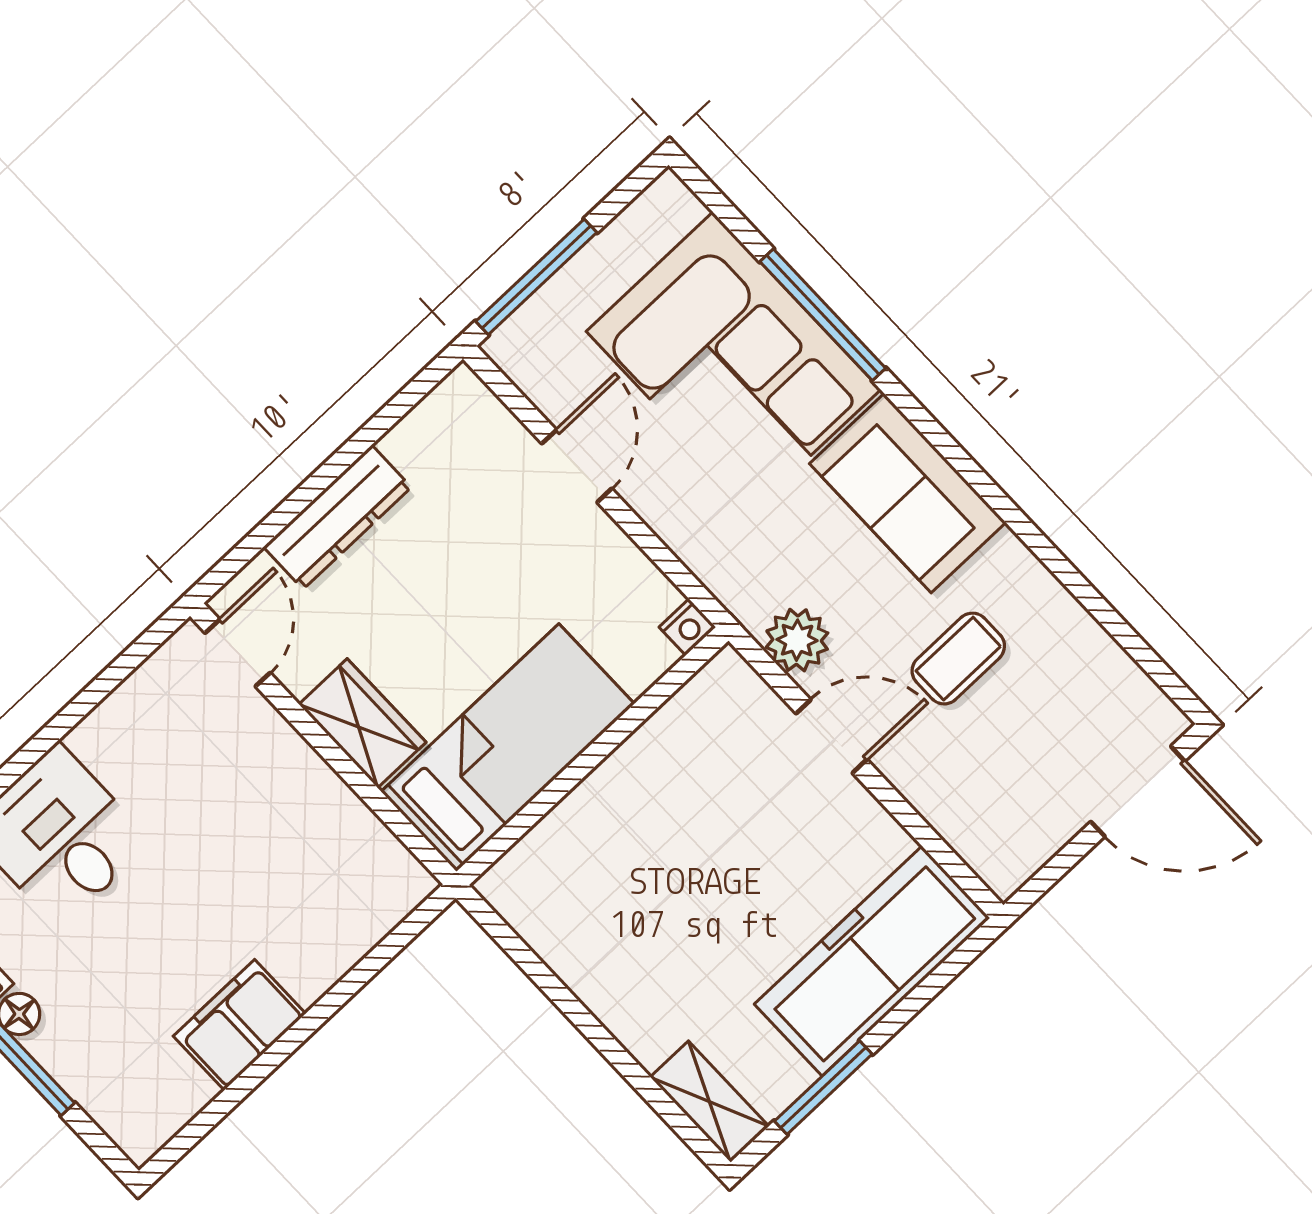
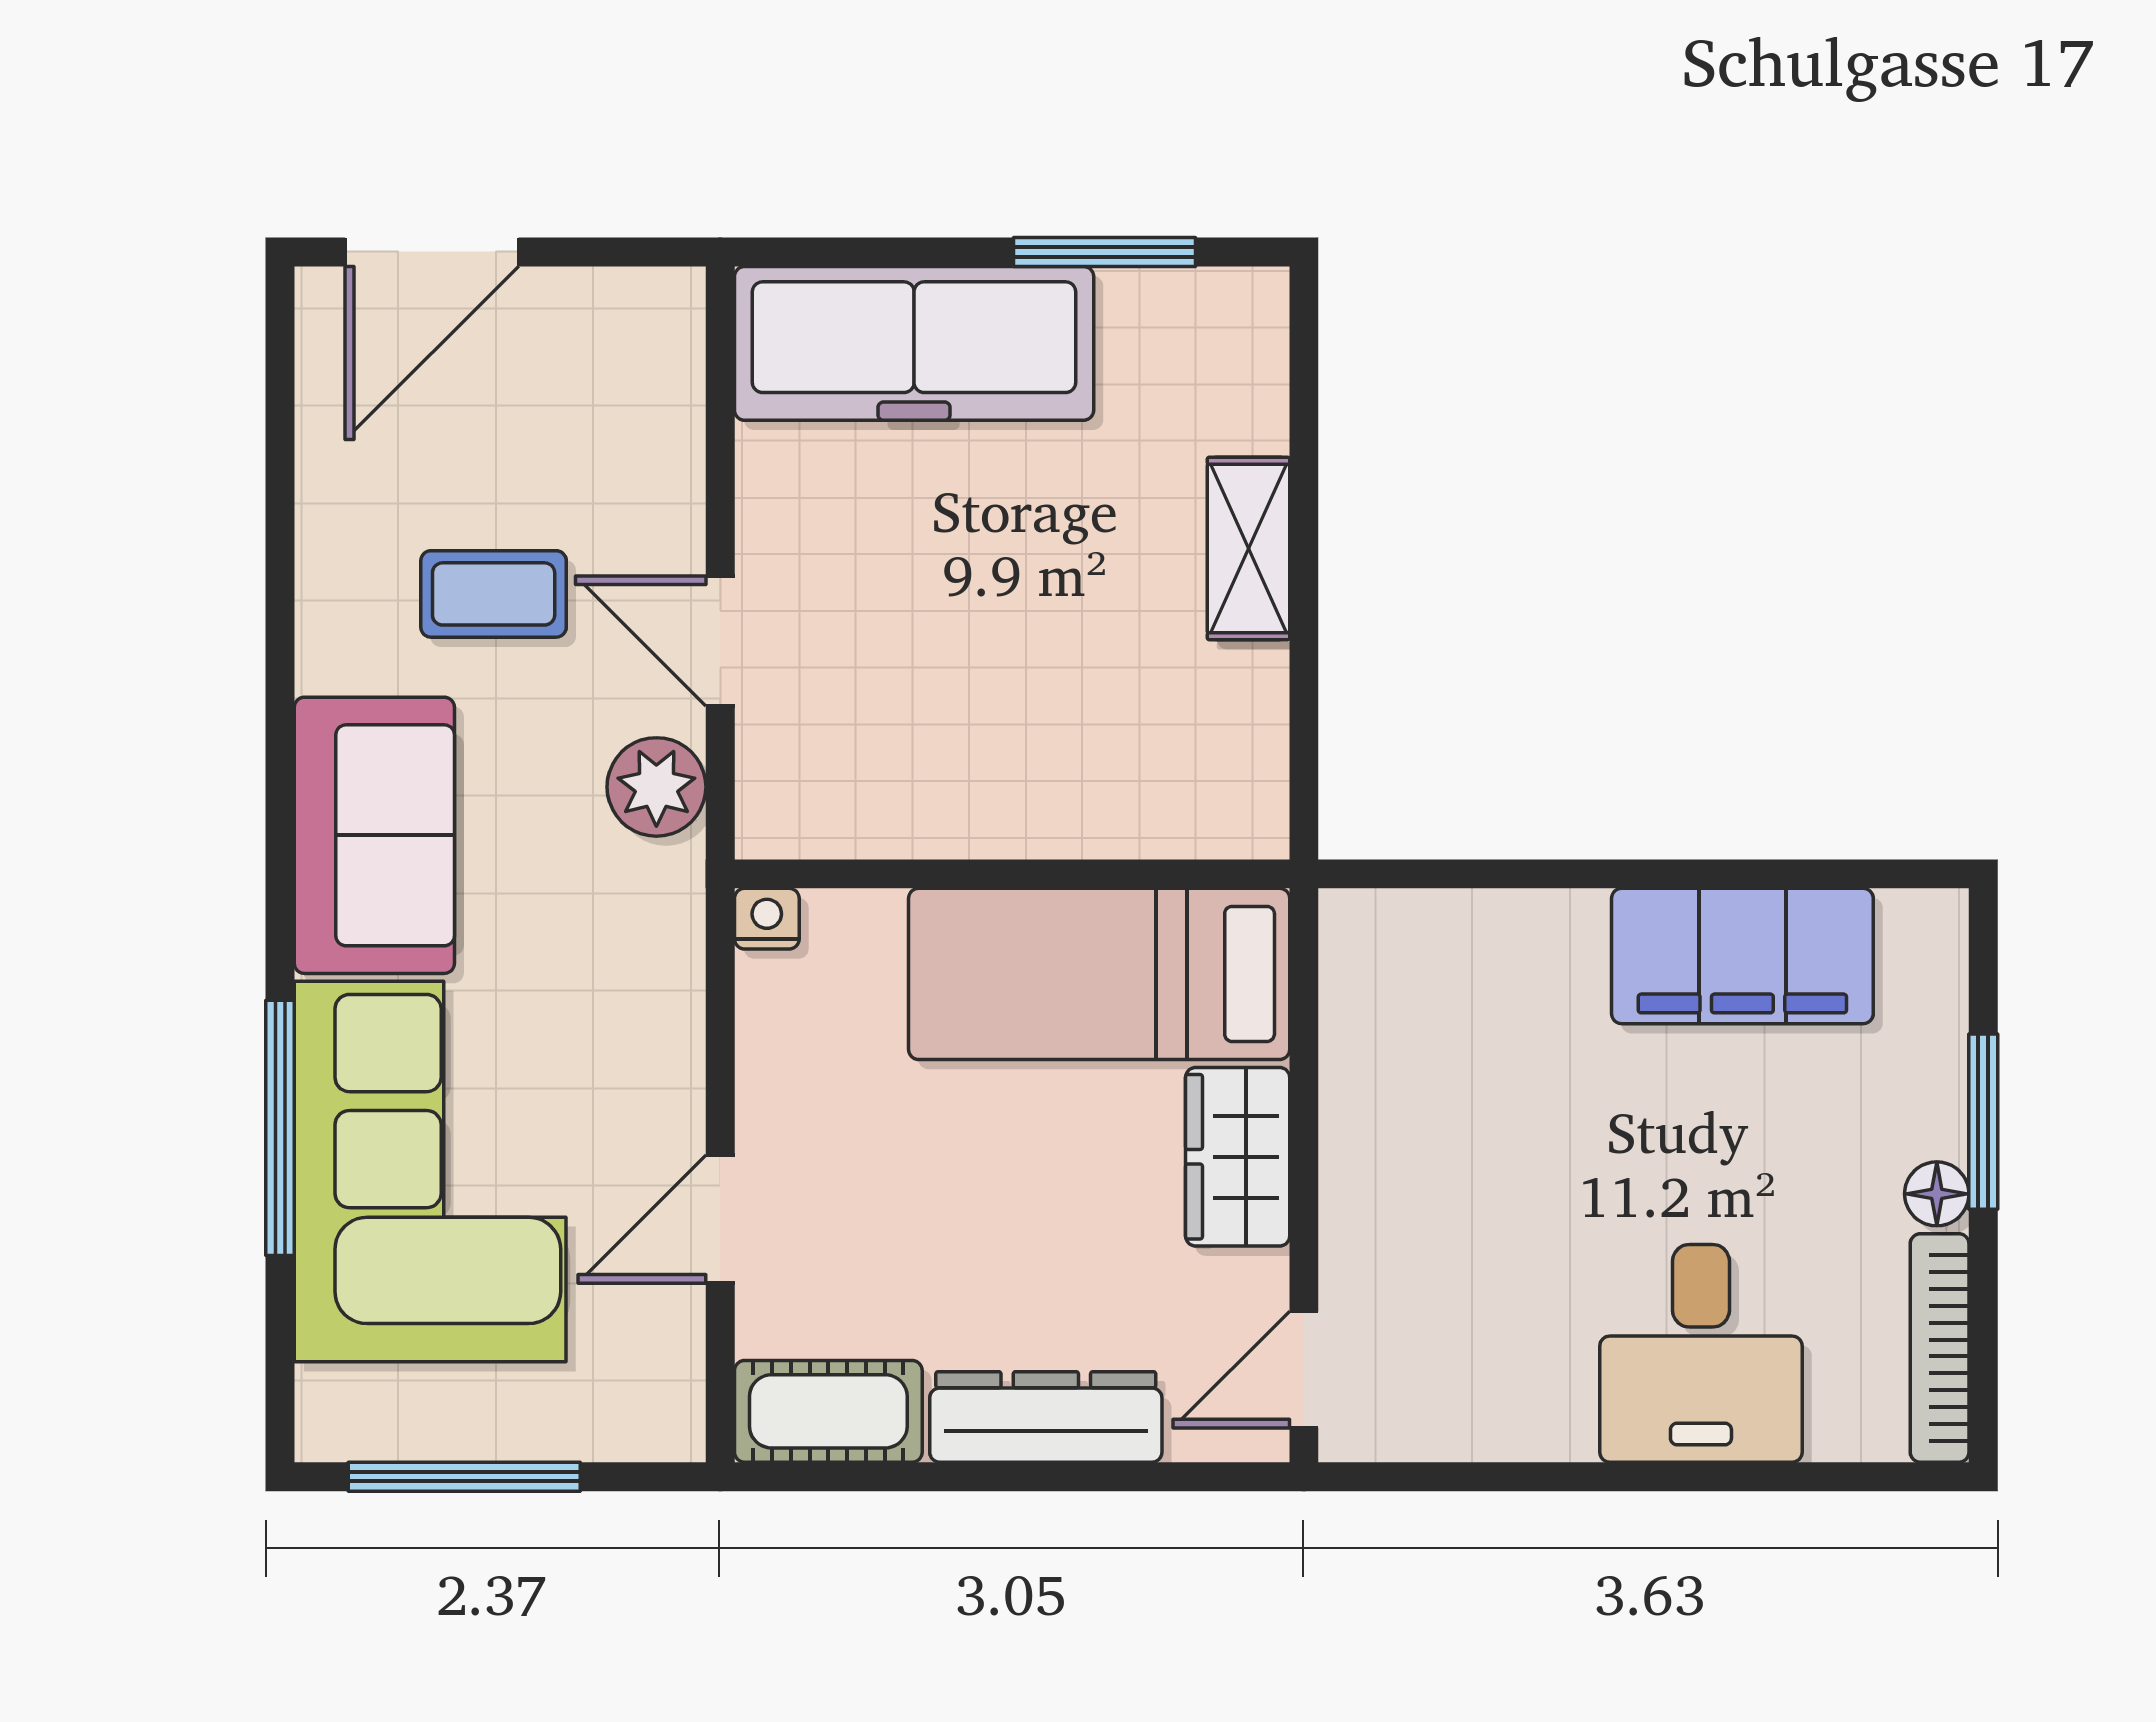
window: (536, 277) -> (464, 1477), moved
cot: (442, 424) -> (828, 1411), added
door: (1138, 791) -> (432, 252), swing flipped
filing cabinet: (239, 1025) -> (1742, 956), width x1.50, depth x1.17
shelving: (709, 1102) -> (1248, 548), moved

